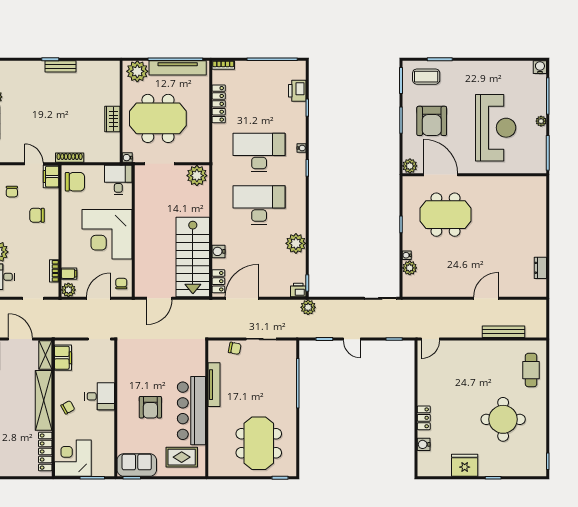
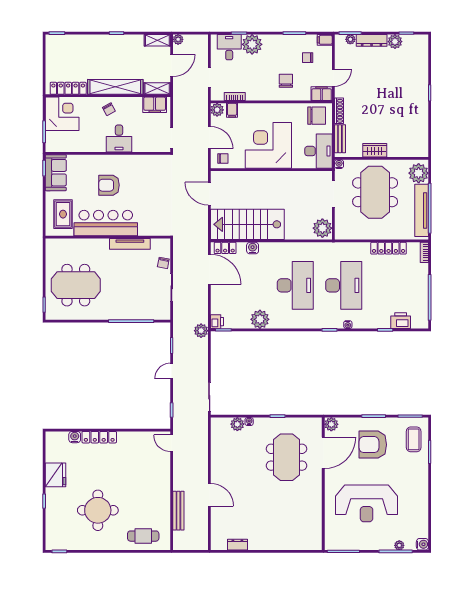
bench: (61, 66) -> (340, 139), moved
plant: (541, 121) -> (399, 545), moved
desk: (118, 180) -> (318, 151), width x1.37
chair: (75, 182) -> (317, 116), turned -90
locker: (424, 418) -> (99, 437), width x1.53

